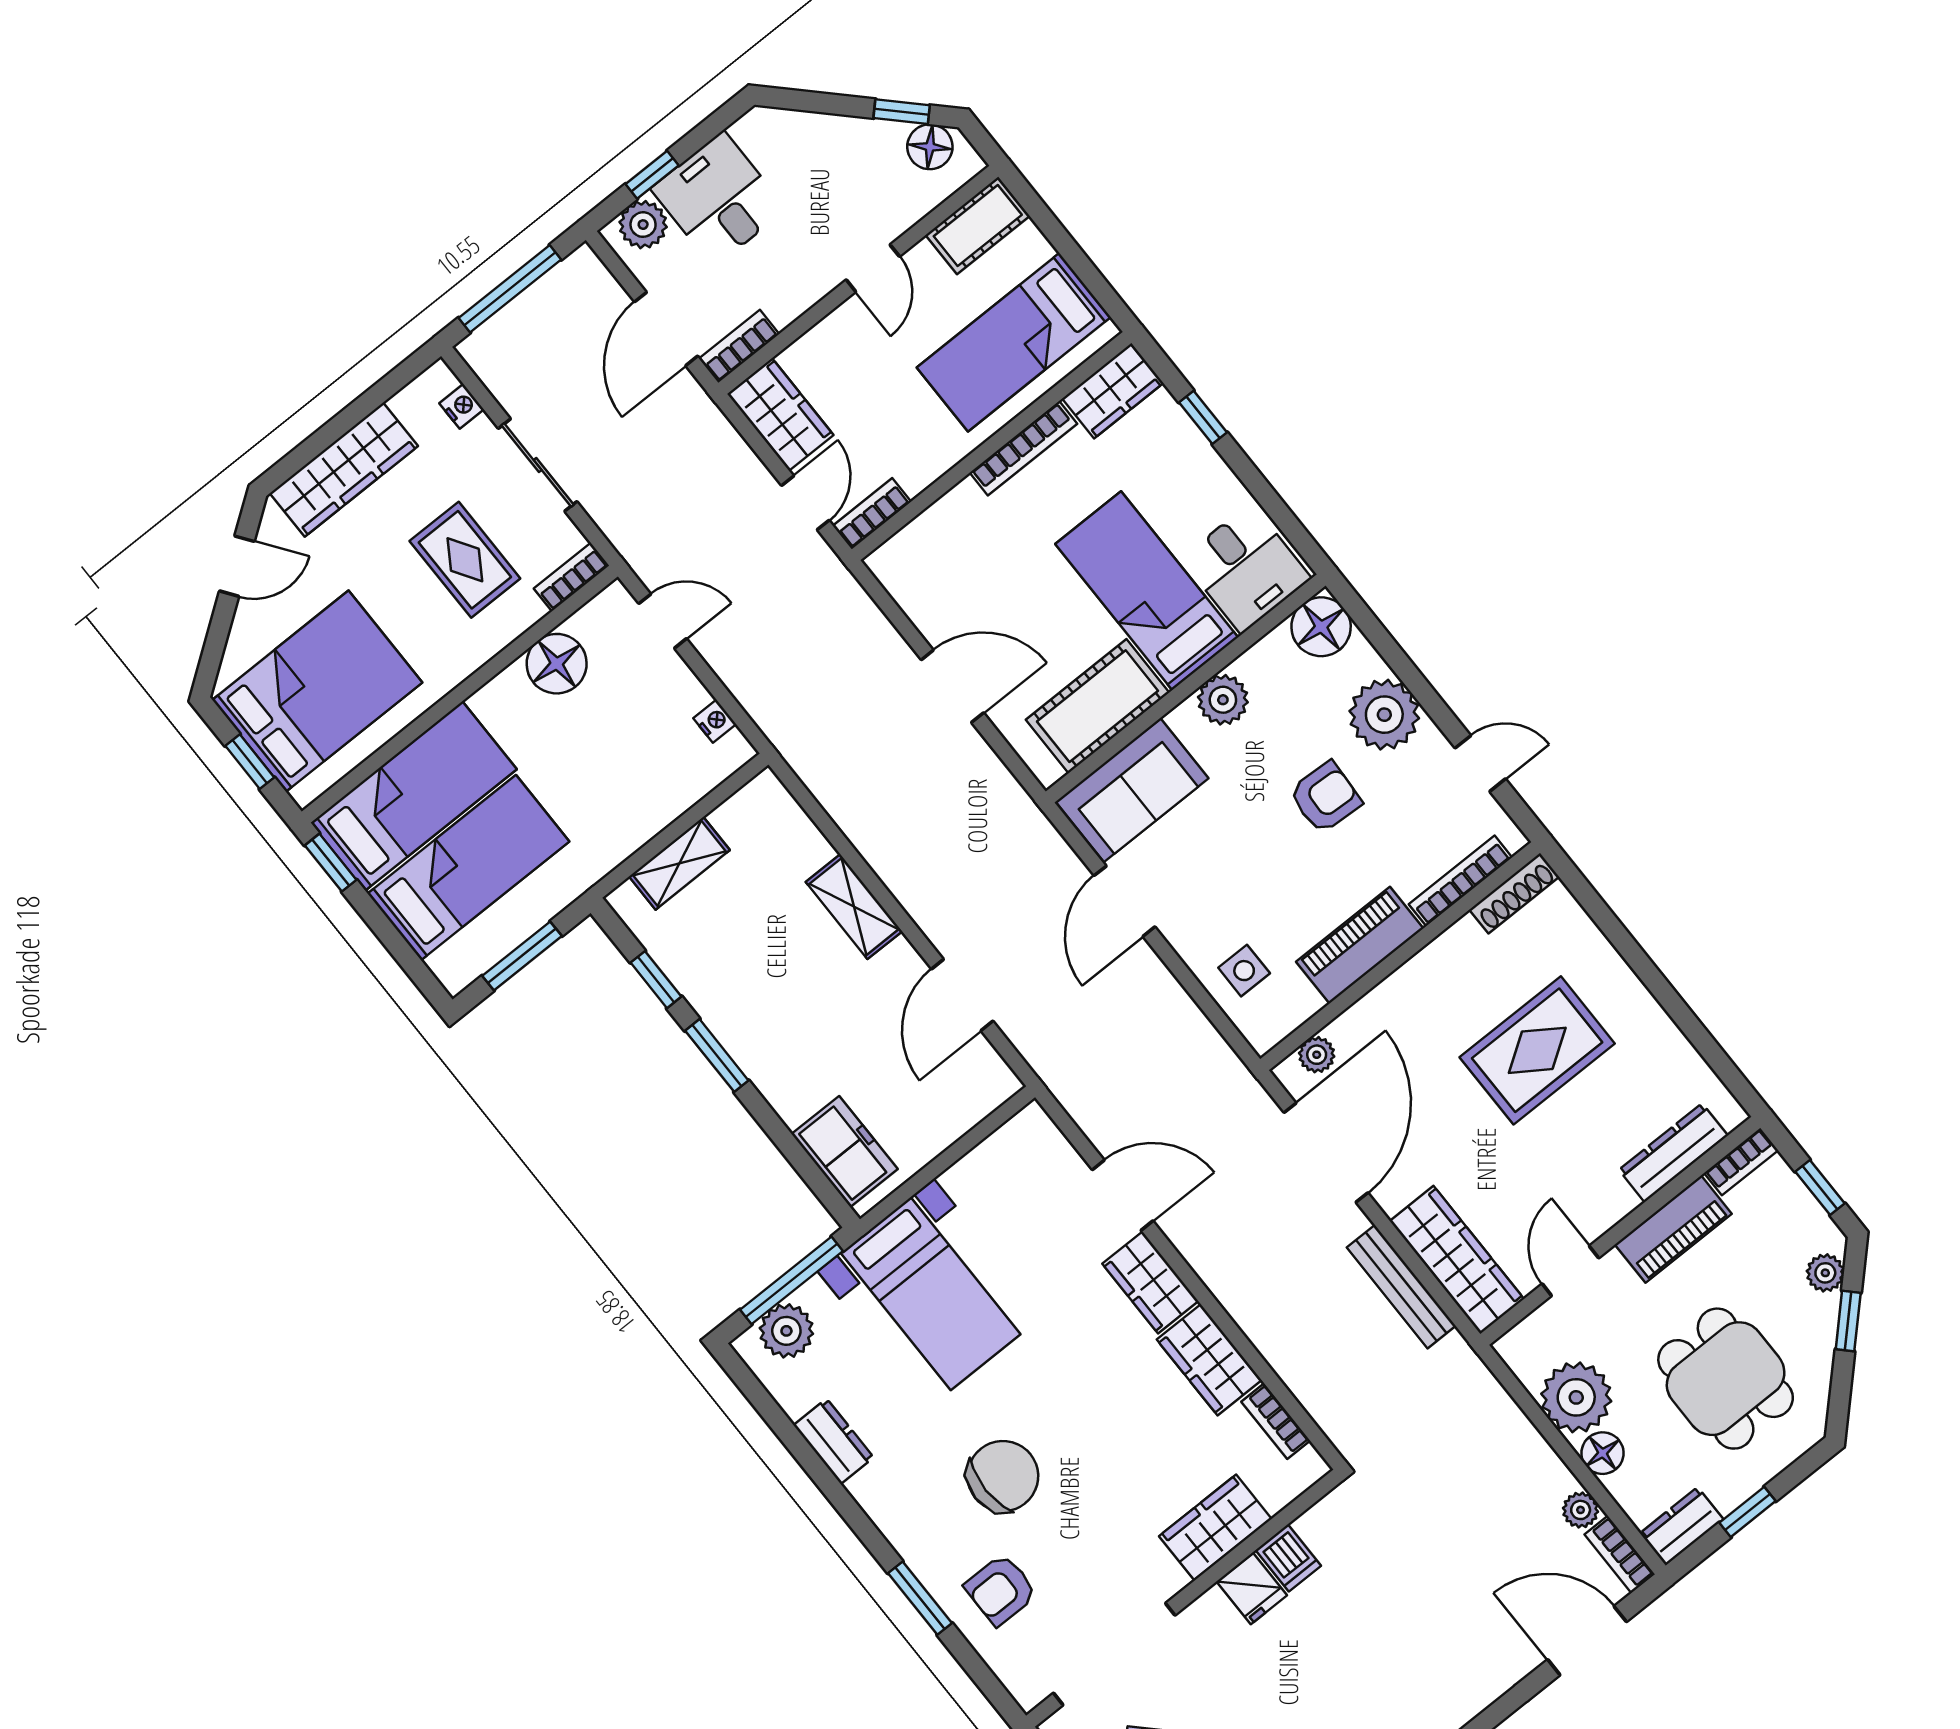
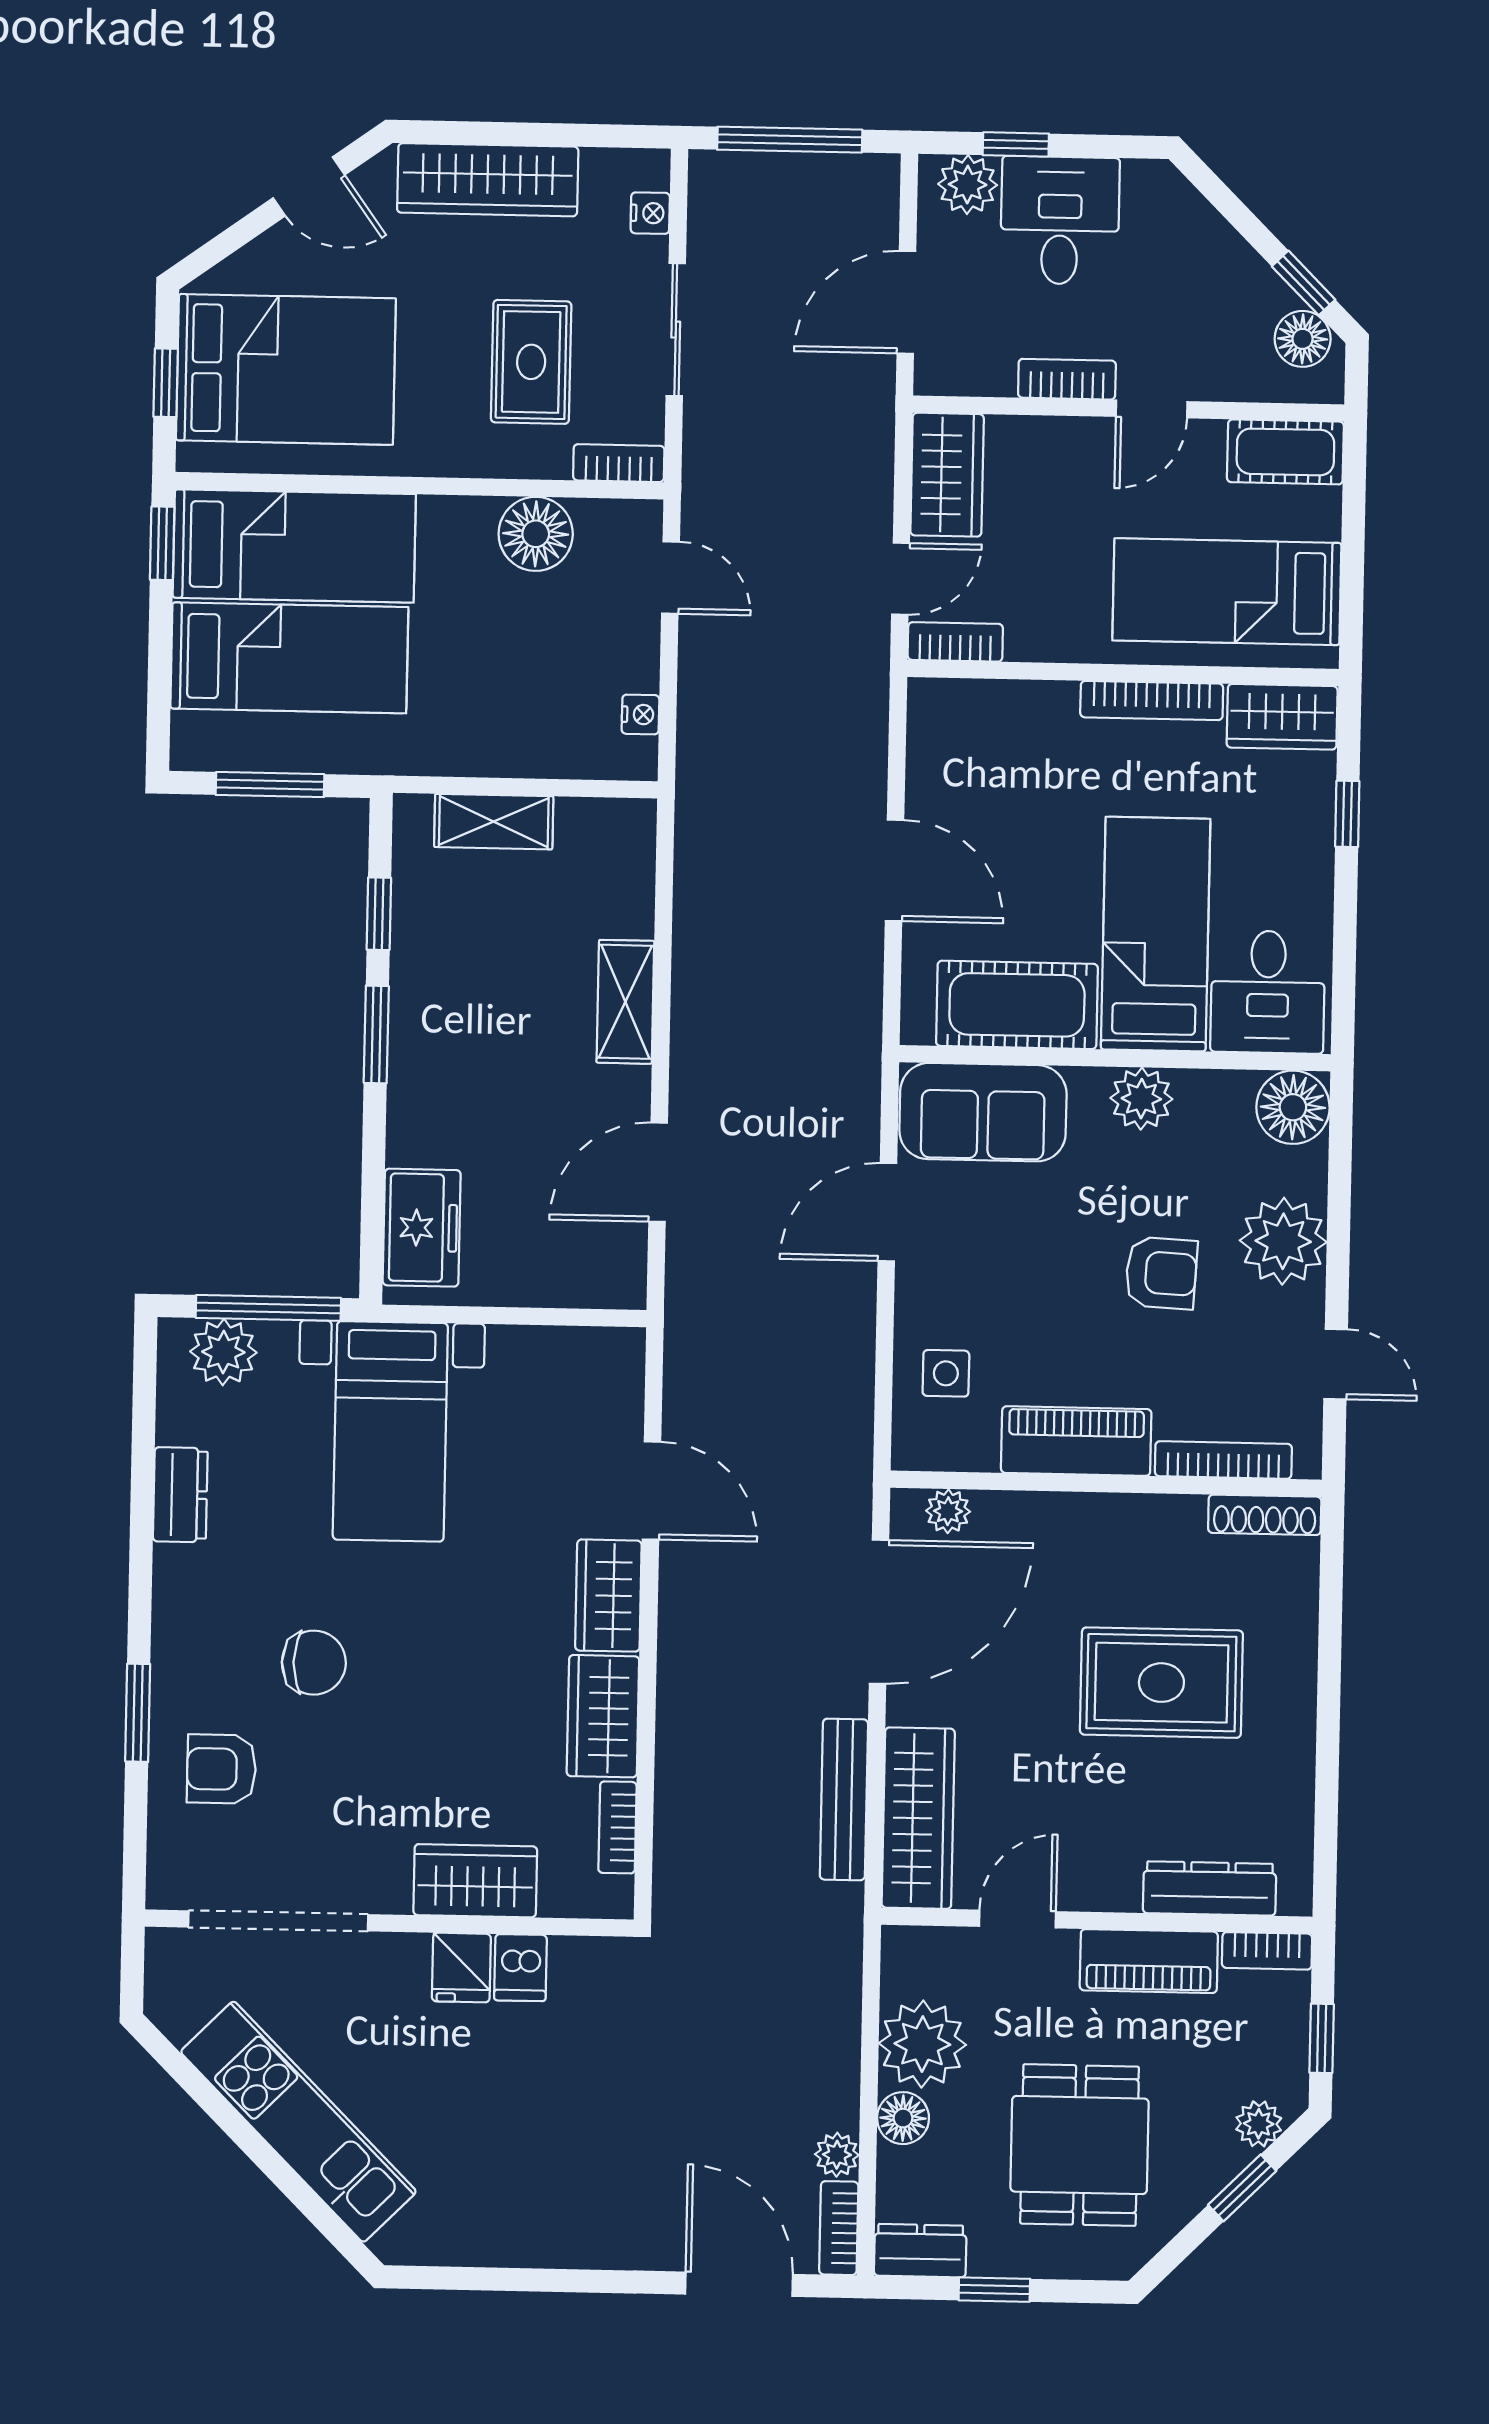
bookcase: (739, 346) -> (1067, 379), moved
chair: (1003, 1476) -> (314, 1663), width x0.73, depth x0.73

